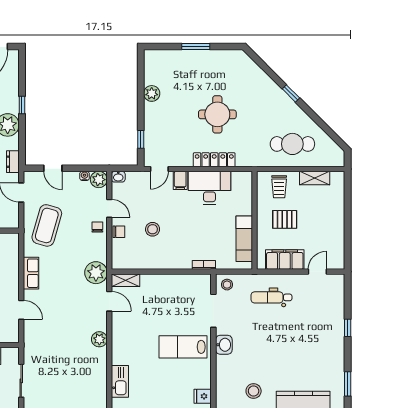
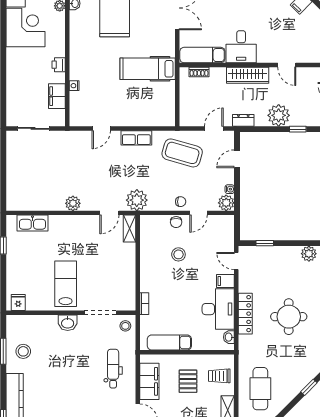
washbasin: (118, 177) -> (229, 337), moved

